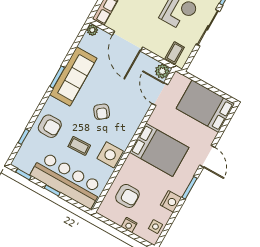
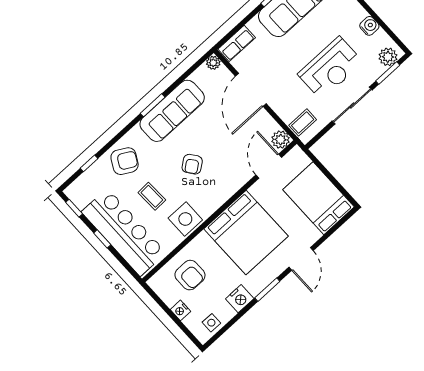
armchair: (50, 126) -> (125, 161), turned -61
bed: (159, 150) -> (246, 232), width x1.36

